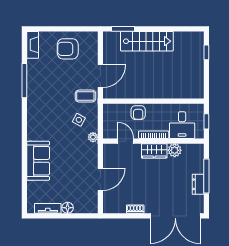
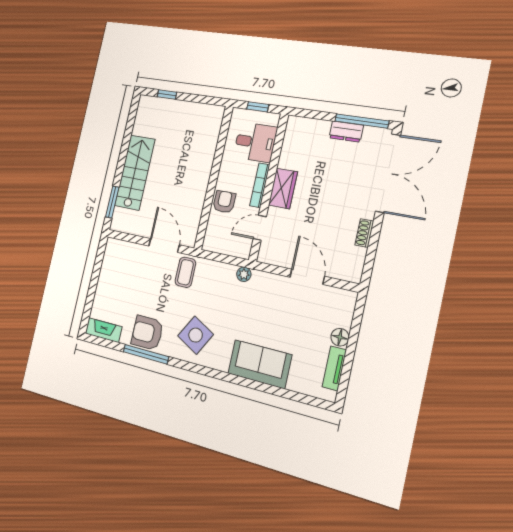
armchair: (68, 49) -> (147, 333), moved, turned 90
armchair: (138, 113) -> (224, 202), turned -90
side table: (79, 120) -> (196, 335), moved, width x1.87, depth x1.87
plant: (175, 150) -> (289, 159), removed
window: (206, 176) -> (362, 121), moved

